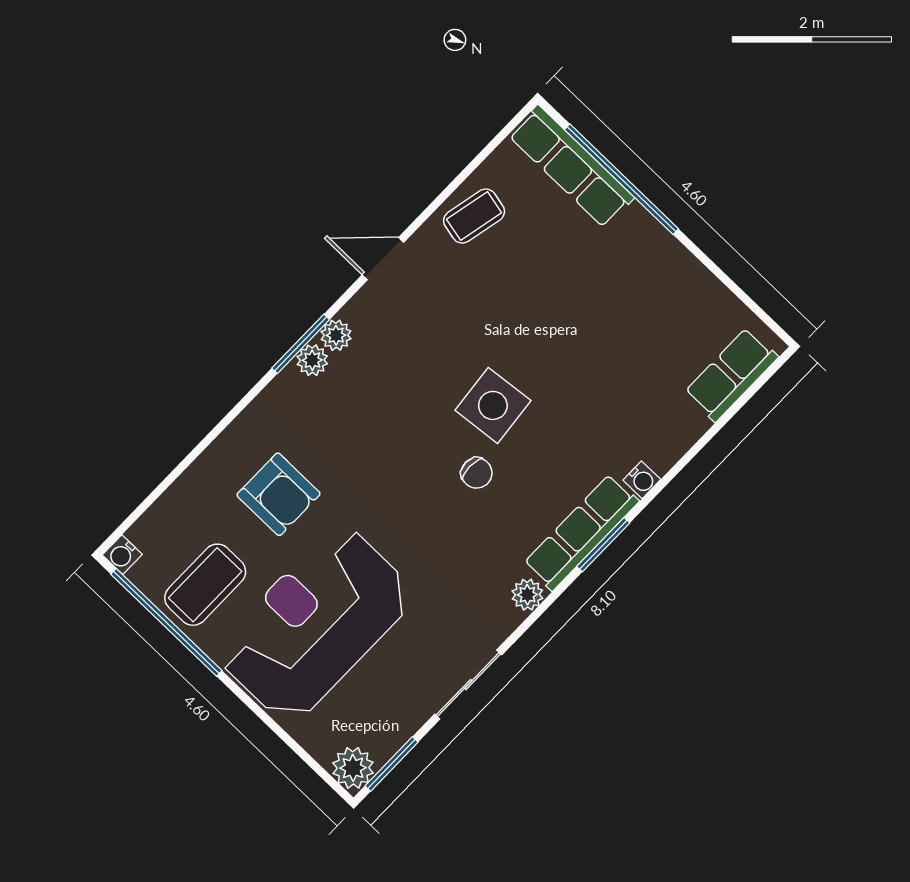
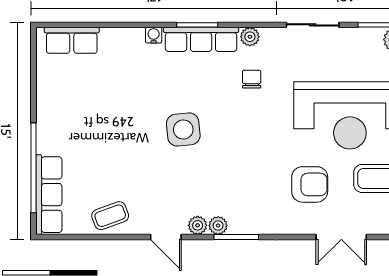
coffee table: (474, 216) -> (110, 216), turned -32
plant: (312, 360) -> (198, 225), moved
double door: (178, 471) -> (341, 237), added
chair: (477, 473) -> (252, 79), moved
armchair: (279, 494) -> (310, 184), turned 90

